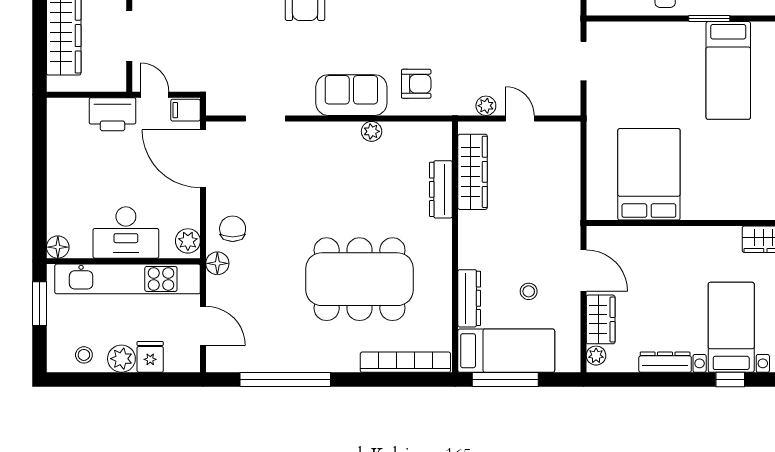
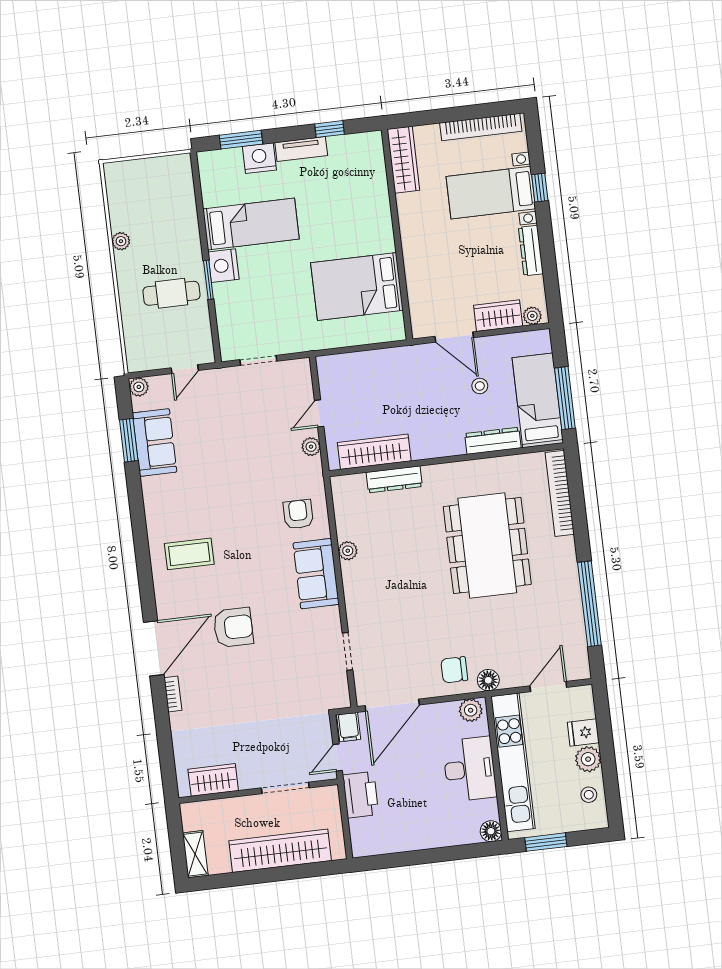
window: (709, 19) -> (208, 280), moved
nightstand: (688, 36) -> (223, 266), added
door: (583, 271) -> (454, 337), swing flipped

